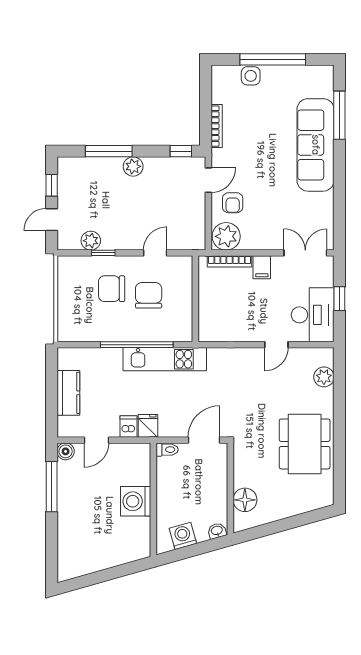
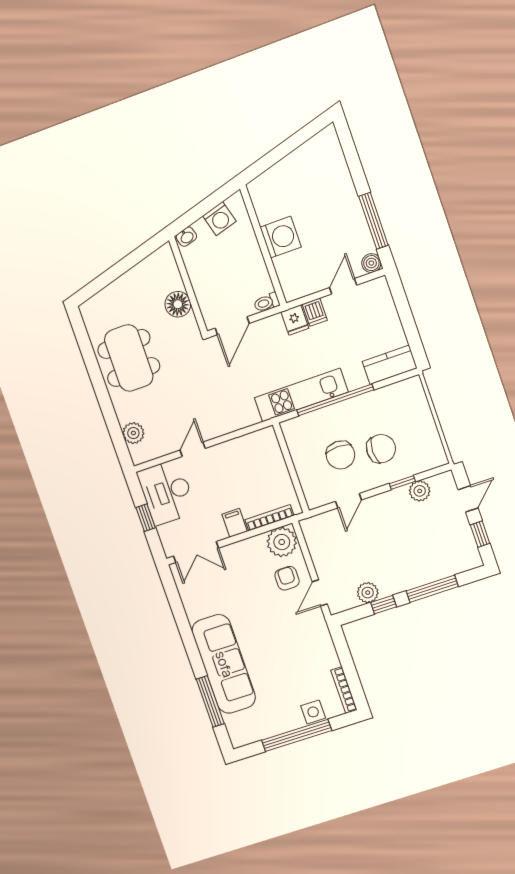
bookcase: (217, 126) -> (344, 690), moved
window: (181, 151) -> (384, 605), moved
plant: (133, 166) -> (368, 593), moved
kitchen counter: (68, 393) -> (390, 365), moved, turned 90
floor lamp: (245, 500) -> (178, 304), moved

